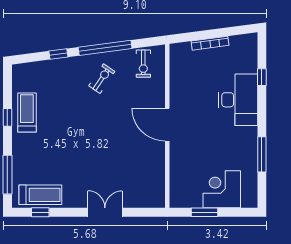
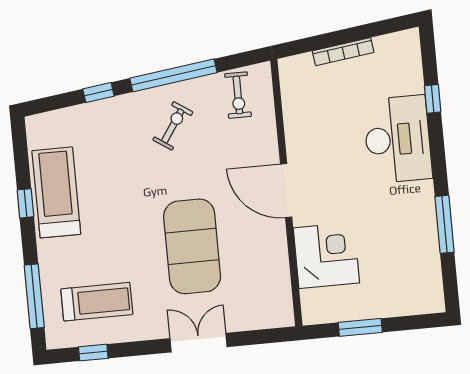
treadmill: (27, 113) -> (56, 192), width x1.37, depth x1.38
exercise mat: (107, 153) -> (192, 246), added
corner desk: (222, 189) -> (326, 255), moved, turned 90
treadmill: (40, 195) -> (97, 302), moved

